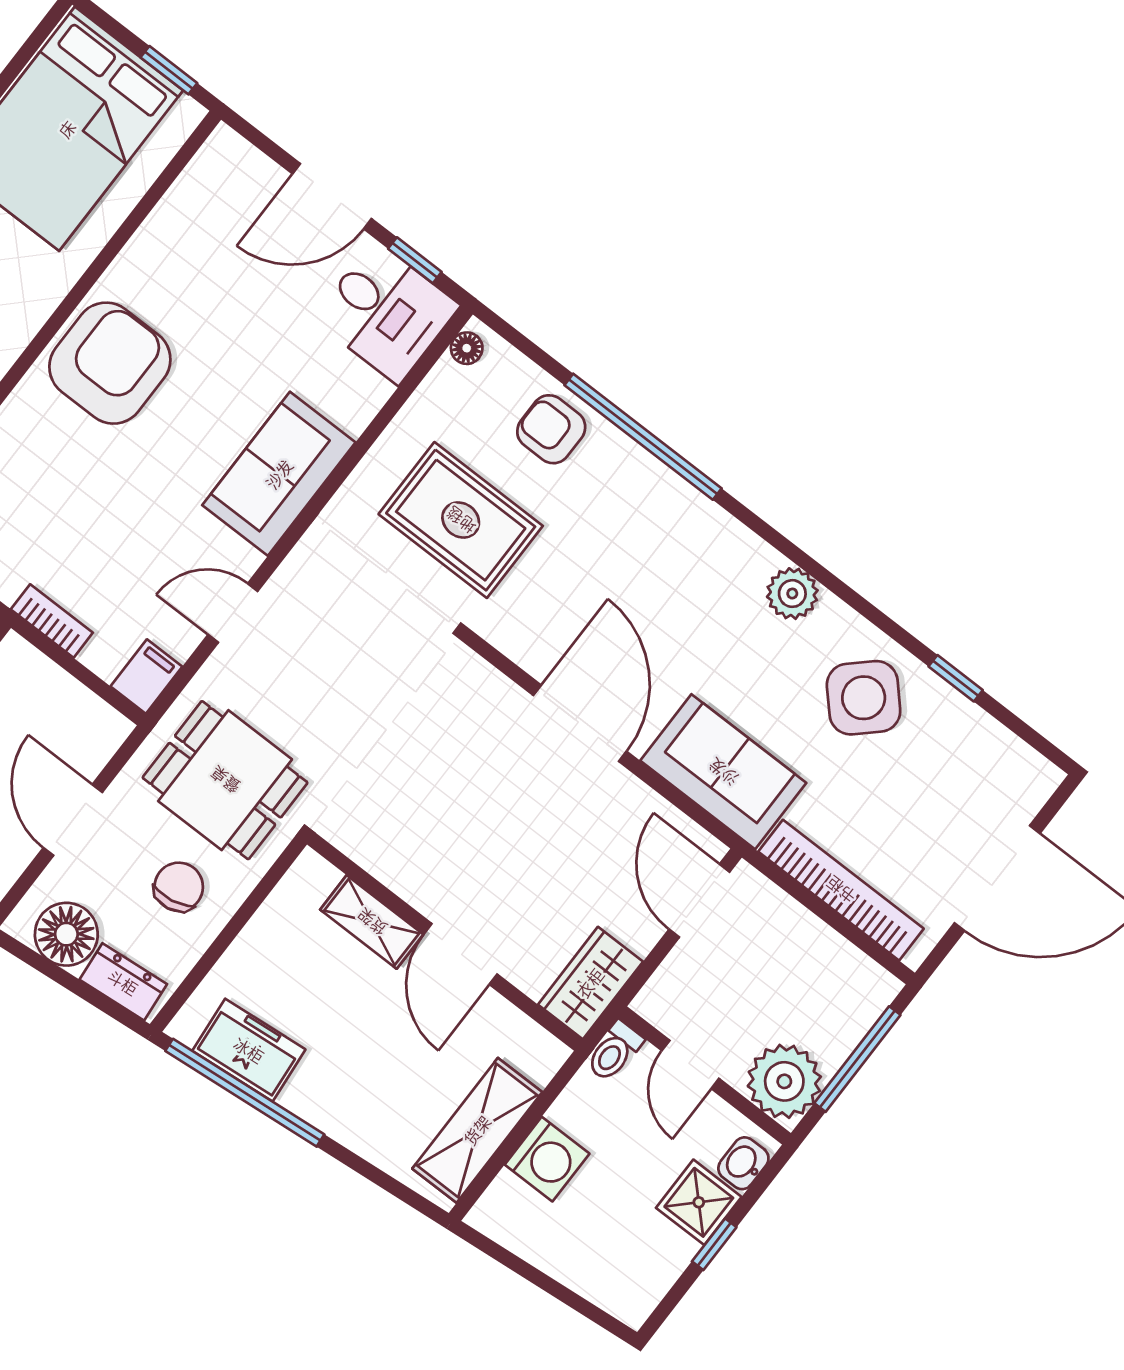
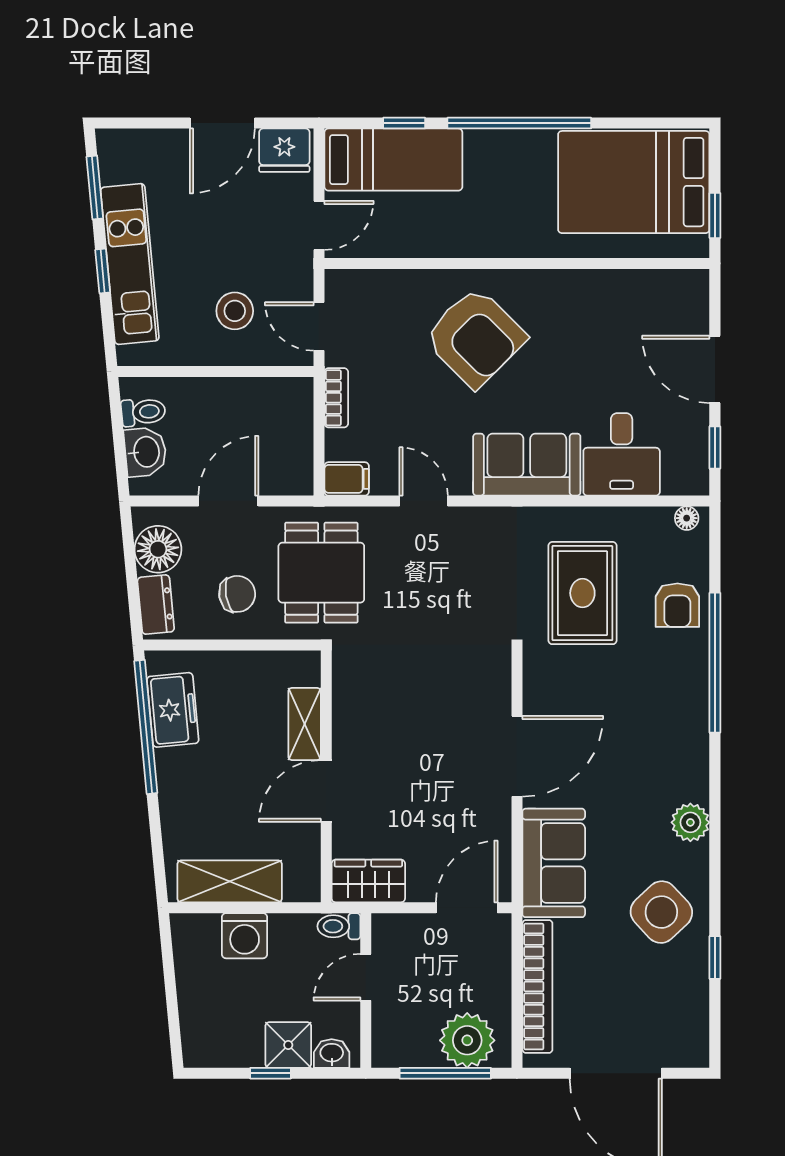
desk: (386, 312) -> (622, 454), moved
armchair: (110, 363) -> (475, 337), moved, turned 45
armchair: (551, 429) -> (677, 605), turned 180
plant: (784, 1081) -> (467, 1040), moved

